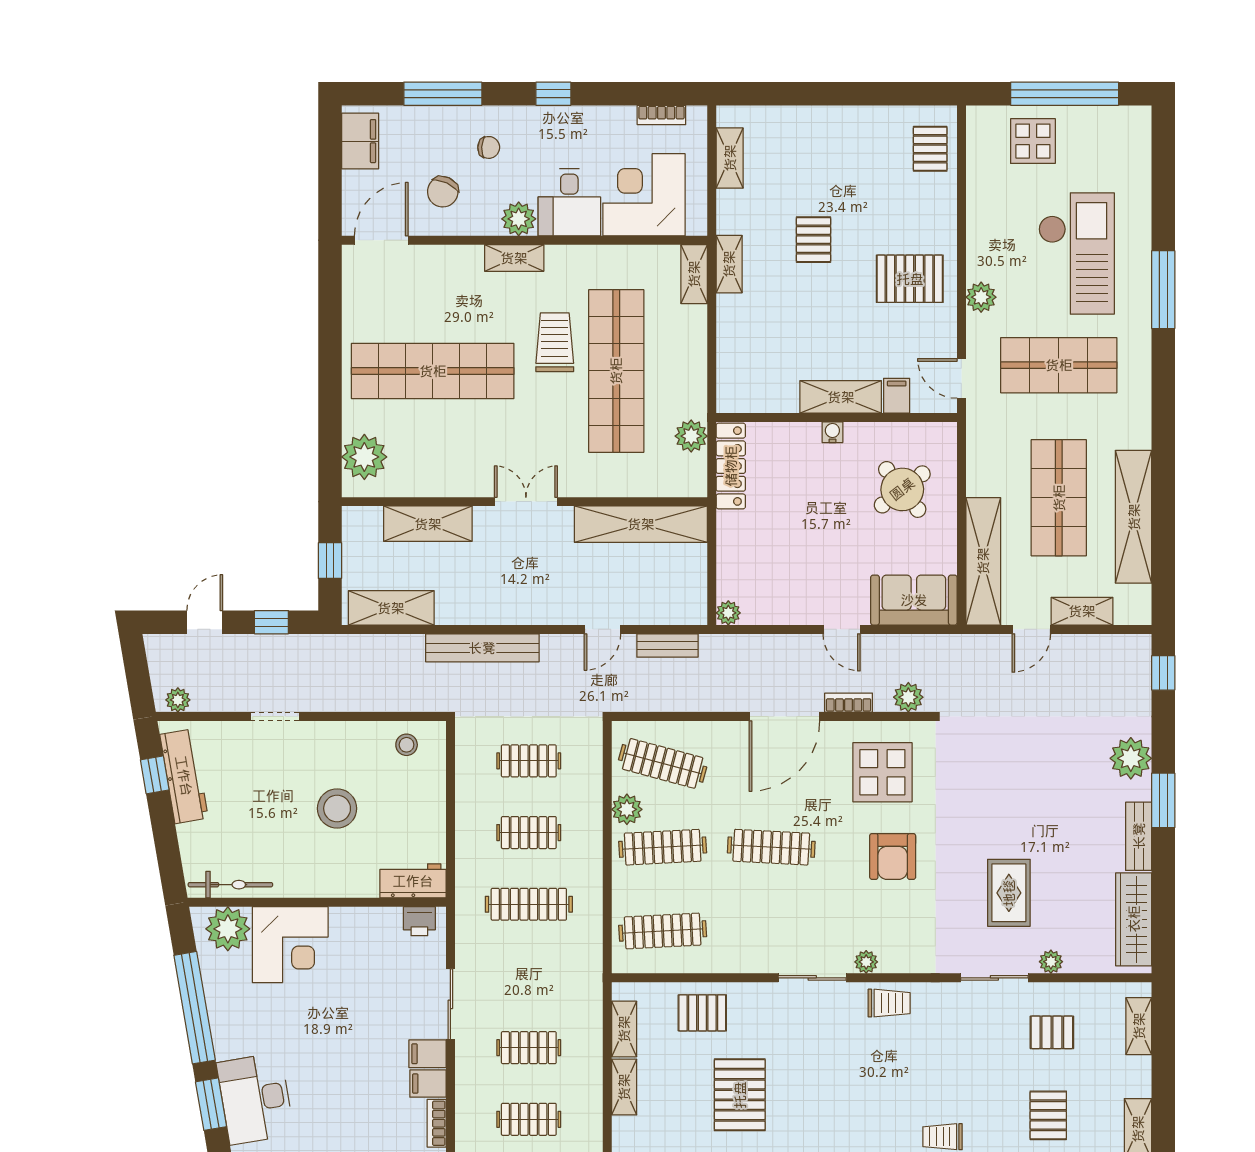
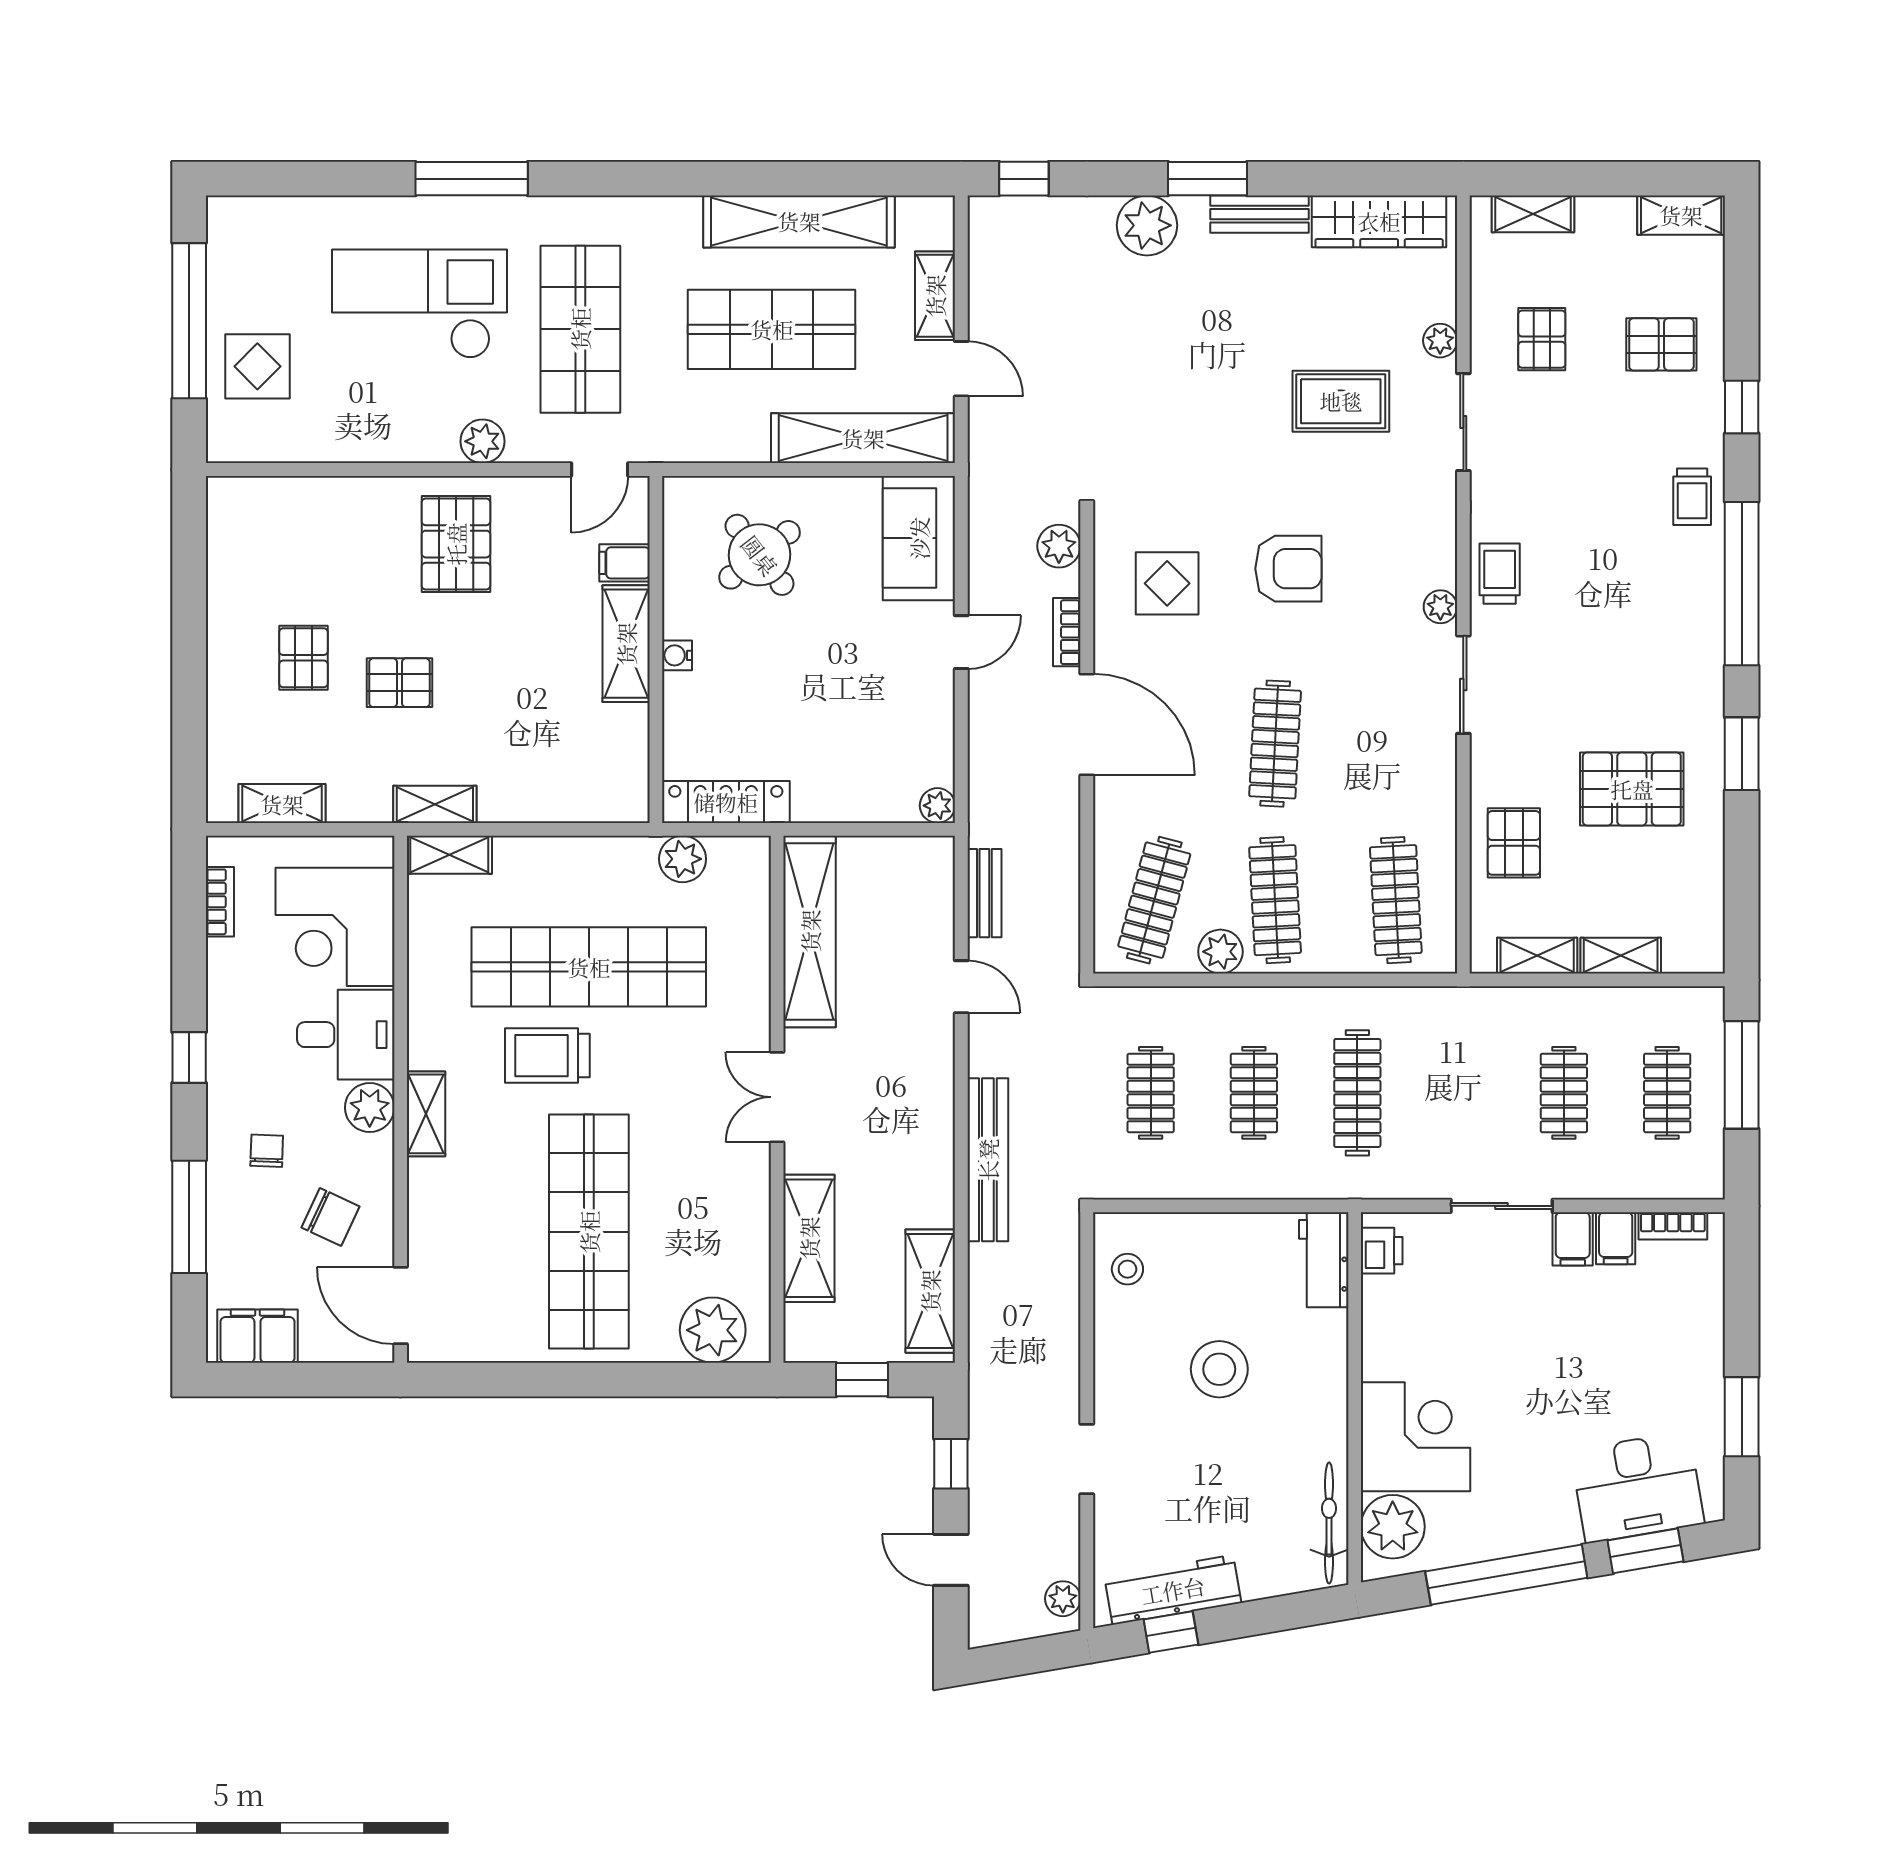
pallet: (930, 149) -> (303, 658), moved, turned 90
display table: (882, 772) -> (1167, 583), width x0.73, depth x0.73

